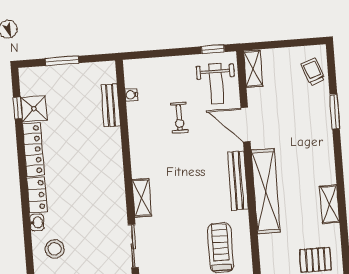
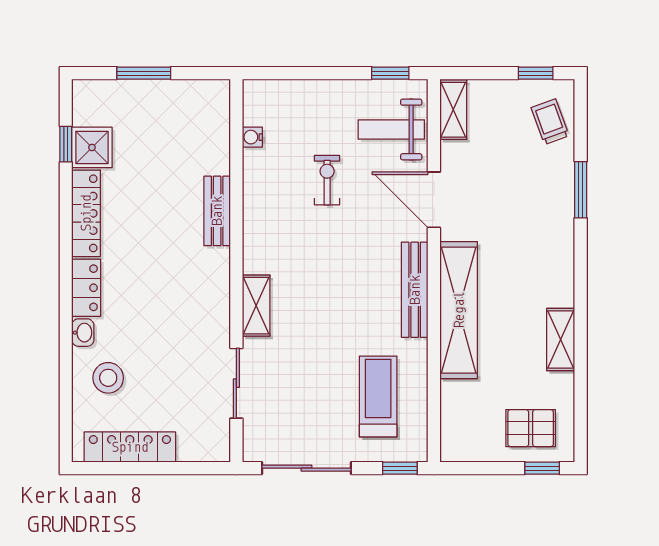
window: (302, 42) -> (536, 73), added
weight bench: (216, 84) -> (391, 129), turned 90
bench: (111, 105) -> (217, 211), moved
exercise bike: (179, 118) -> (327, 180), turned 180

